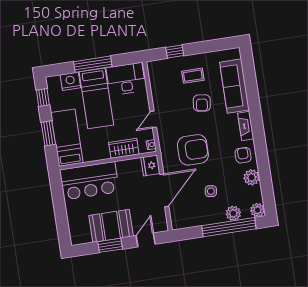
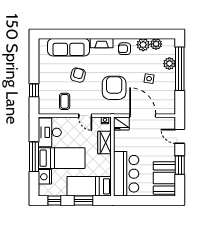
coffee table: (193, 76) -> (65, 101), moved
armchair: (202, 103) -> (78, 75), turned -83
plant: (257, 210) -> (156, 44), moved
booth: (111, 226) -> (164, 178), moved

